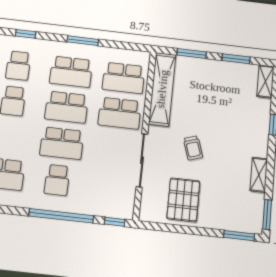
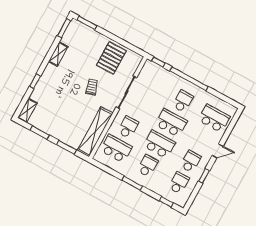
school desk: (71, 72) -> (148, 166), width x0.54
school desk: (120, 113) -> (128, 127), width x0.54

